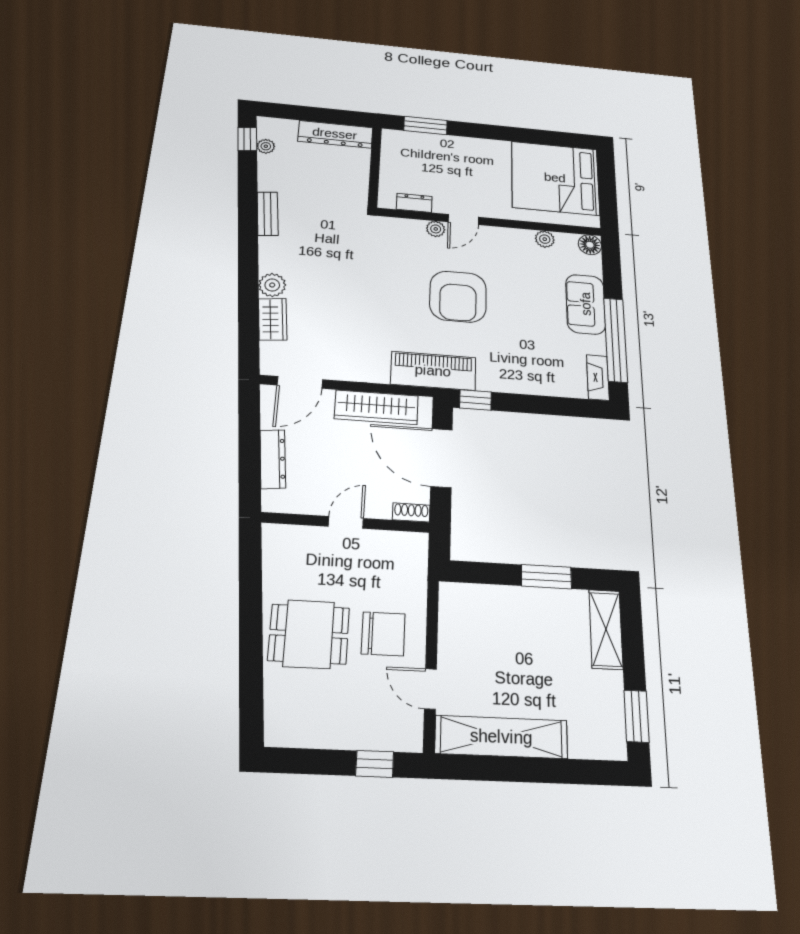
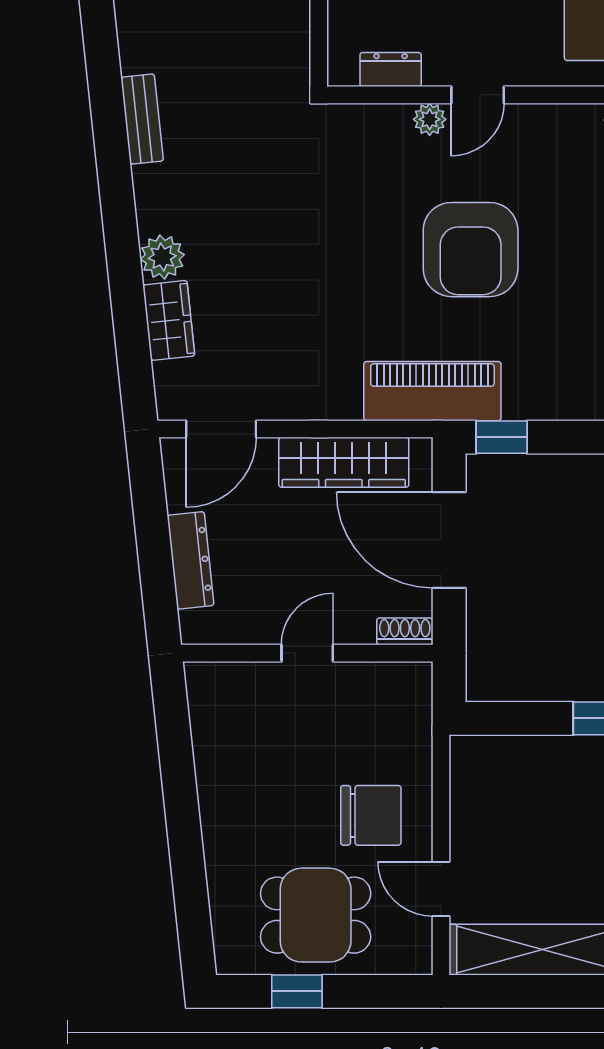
dining table: (309, 634) -> (316, 915), moved
window: (375, 764) -> (297, 991), moved

